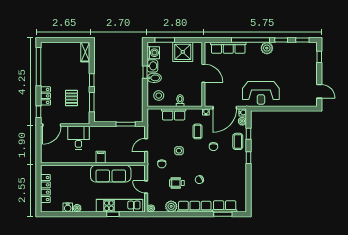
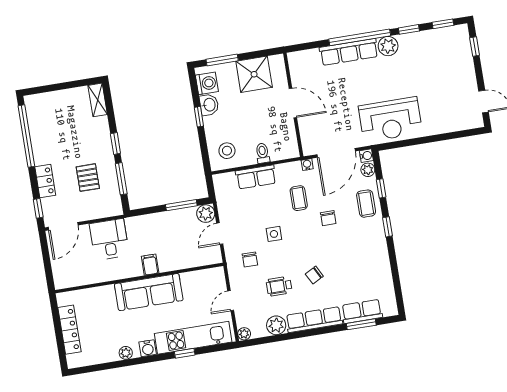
row of seats: (228, 48) -> (349, 52), moved
bidet: (154, 78) -> (215, 123), removed
plant: (140, 132) -> (206, 214), added
sofa: (111, 174) -> (149, 292), moved
door: (146, 187) -> (231, 301), hinge flipped
water cooler: (68, 208) -> (148, 348), moved

